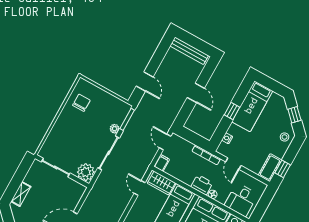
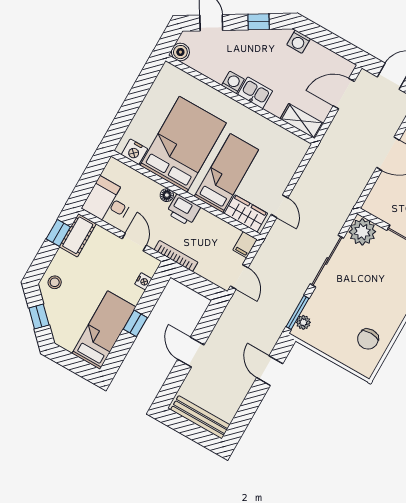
plant: (115, 129) -> (303, 322), moved
desk: (241, 200) -> (108, 202), moved, turned -90

